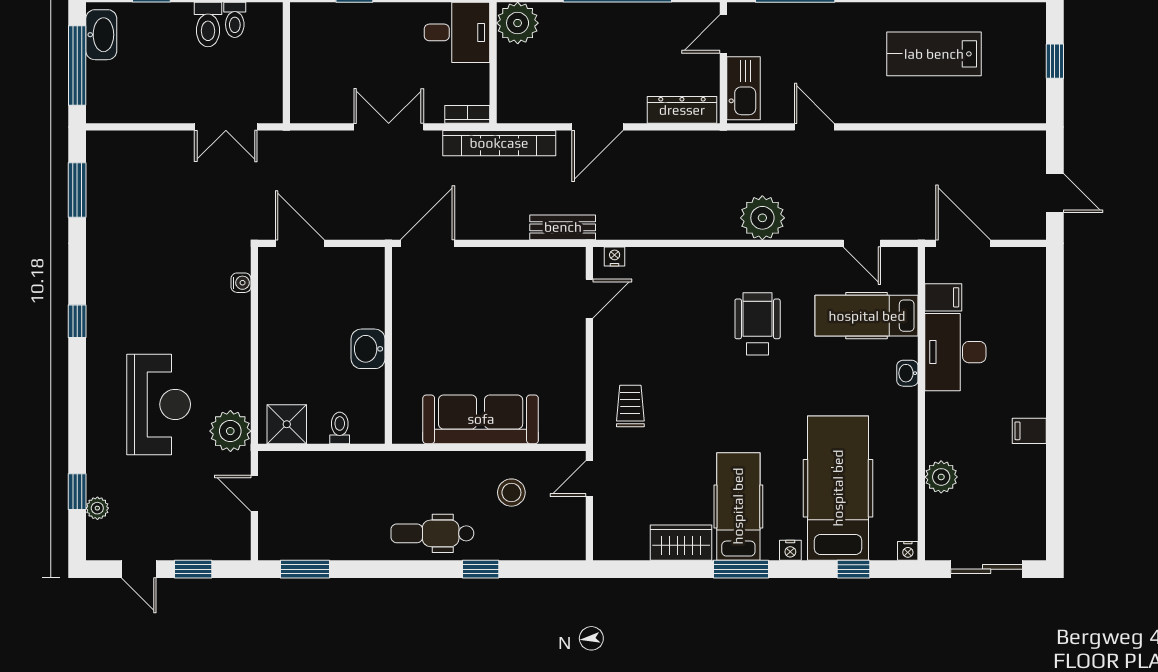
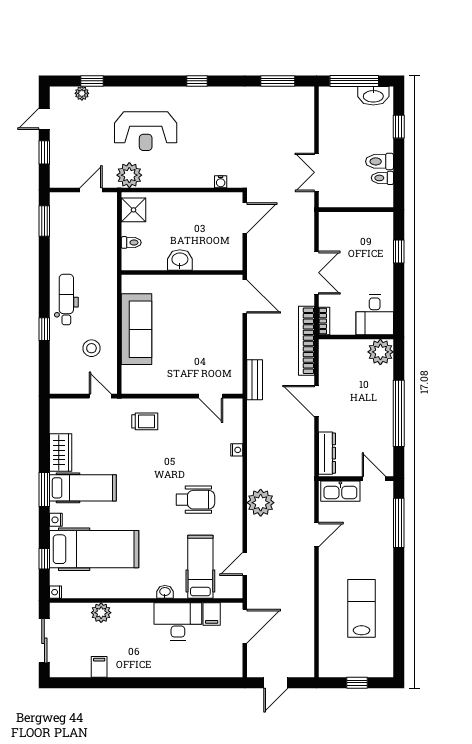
nightstand: (615, 256) -> (237, 450), moved
filing cabinet: (1029, 431) -> (99, 667), moved

